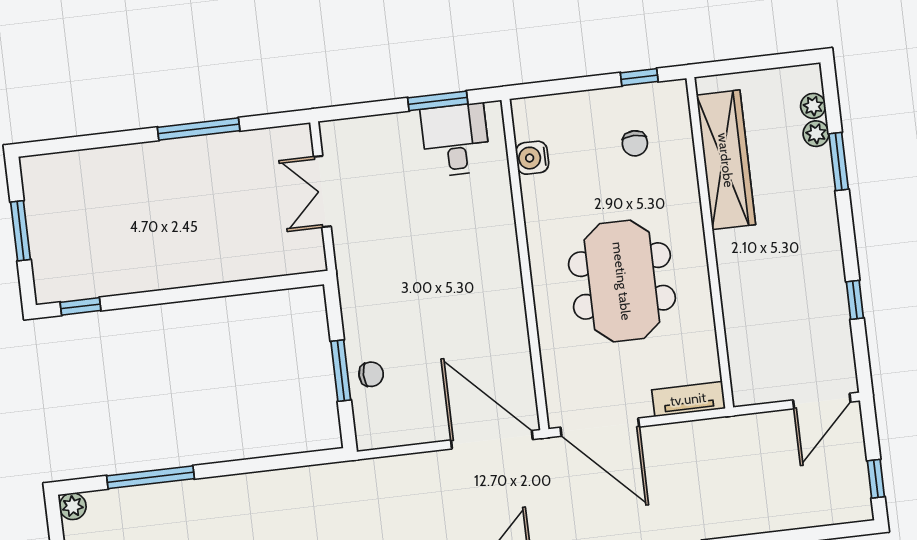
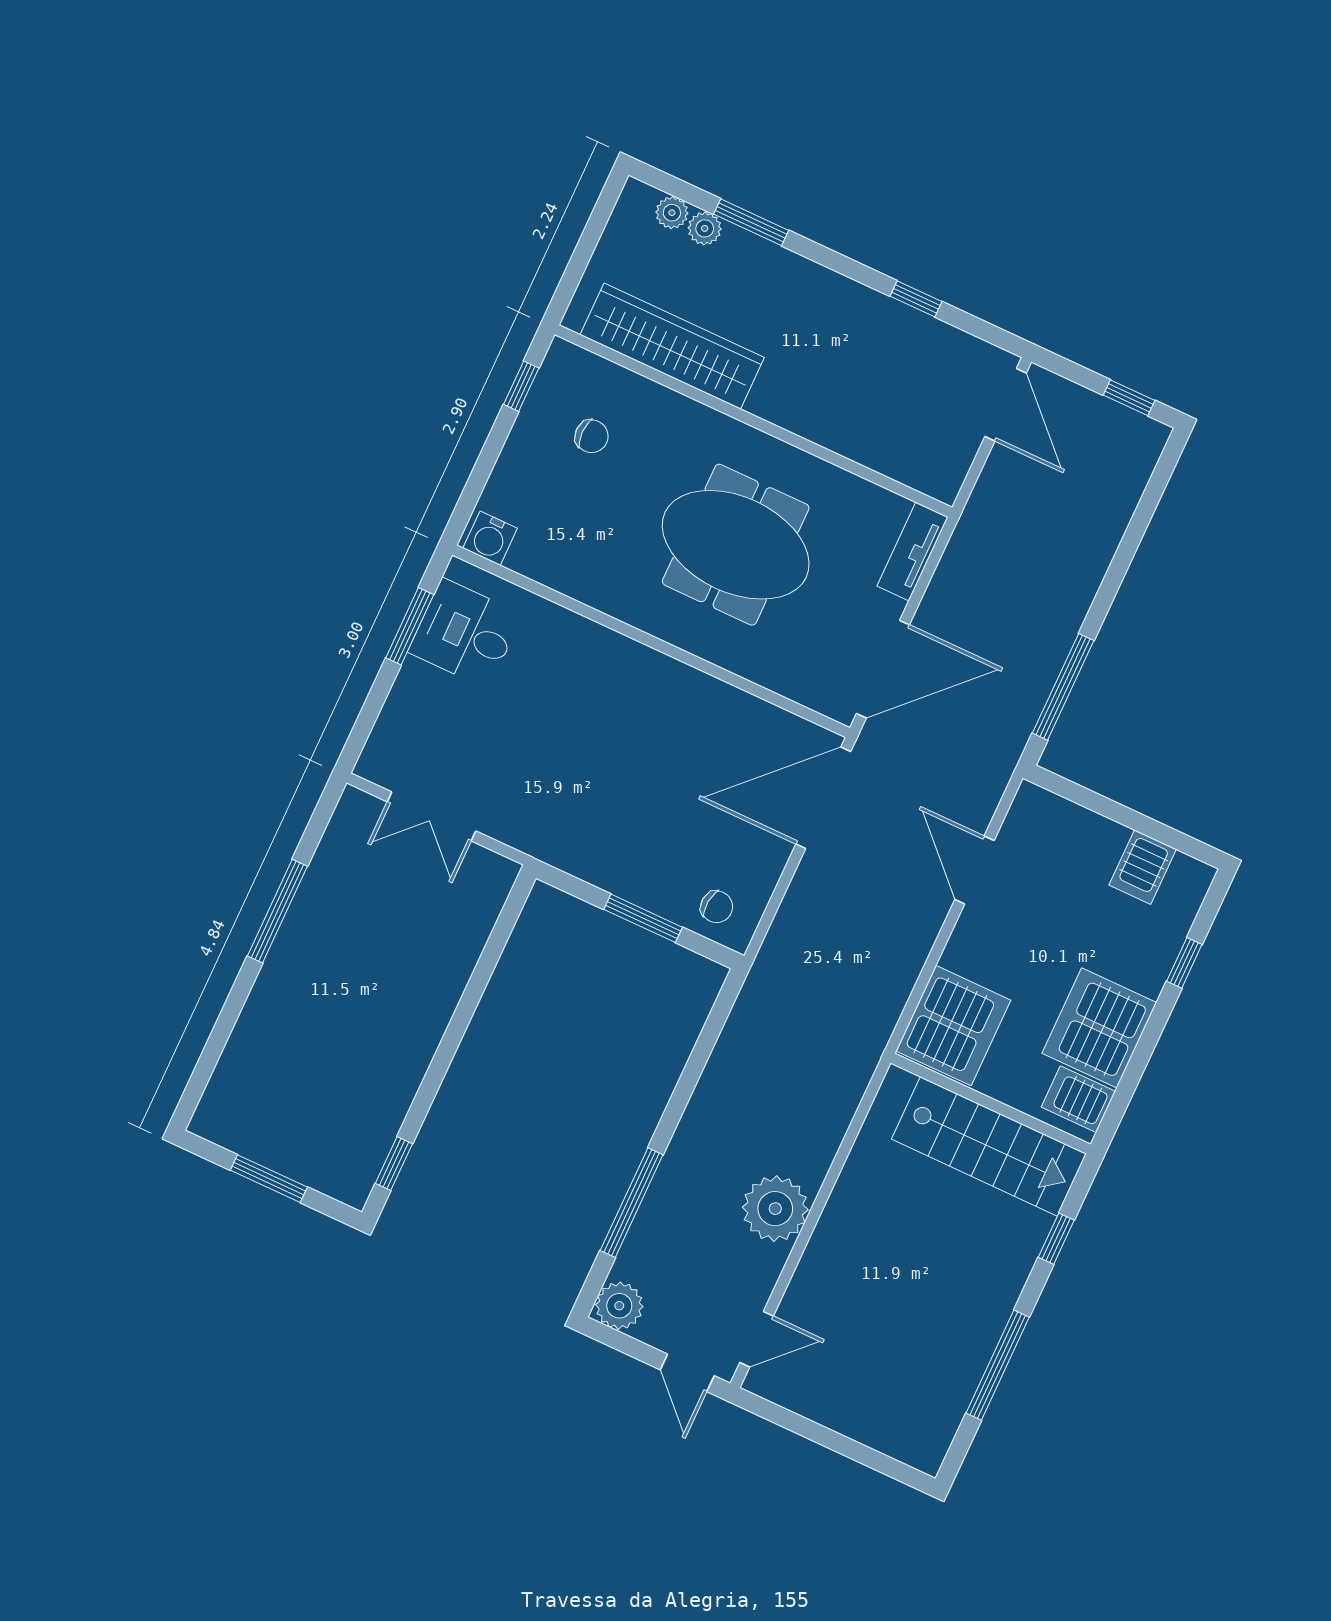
water cooler: (532, 158) -> (490, 538), moved
chair: (371, 374) -> (717, 907), moved, turned 95
plant: (73, 506) -> (619, 1306), width x1.38, depth x1.38

